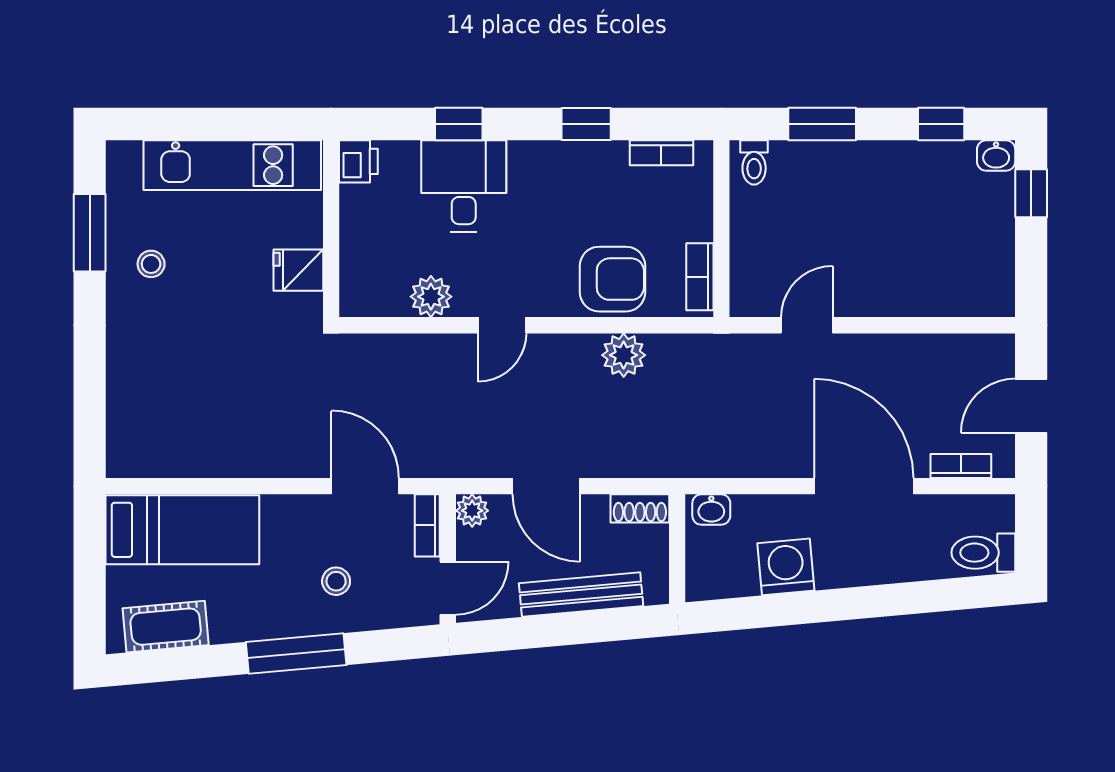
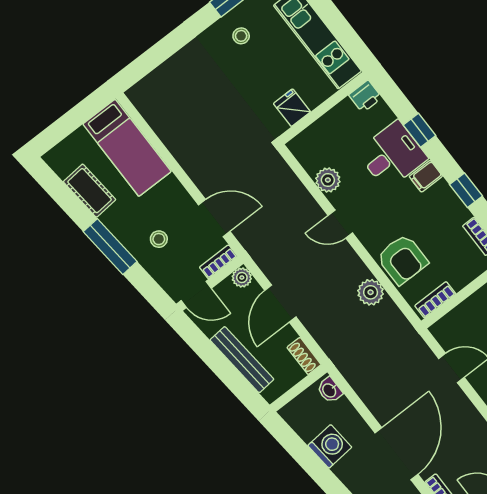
filing cabinet: (526, 163) -> (426, 176), added
door: (365, 486) -> (214, 218), hinge flipped
cot: (166, 627) -> (90, 191), moved

